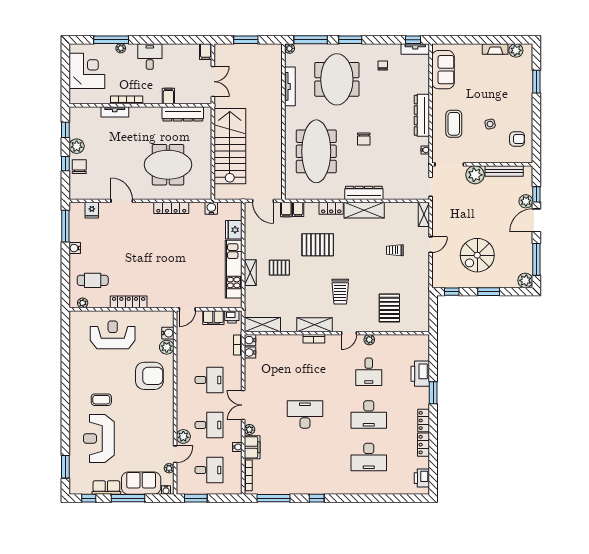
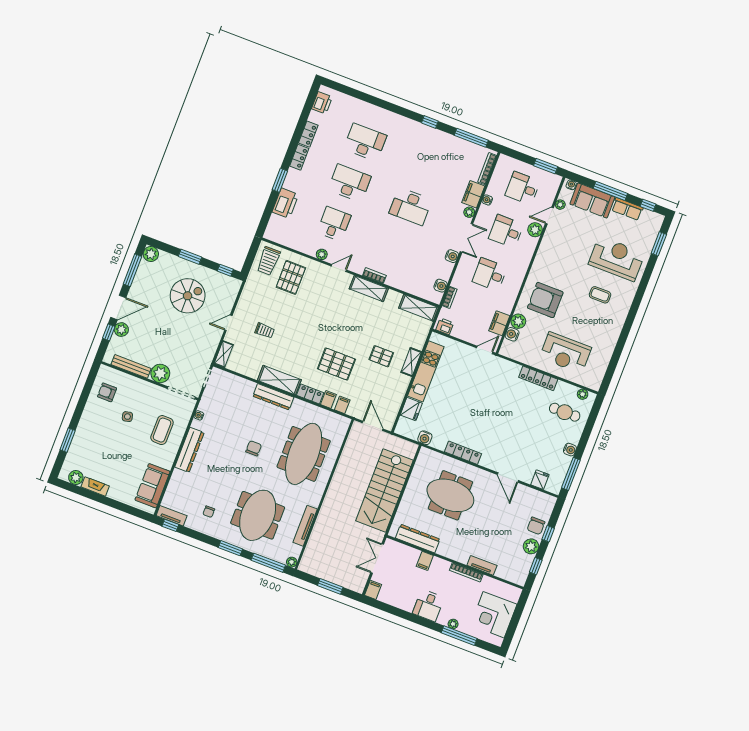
filing cabinet: (286, 210) -> (328, 400), moved
trolley: (340, 292) -> (268, 261), moved, turned 180
filing cabinet: (213, 318) -> (499, 323), moved, turned -90
water cooler: (250, 340) -> (452, 256), moved
reception desk: (99, 438) -> (617, 259), turned -90

